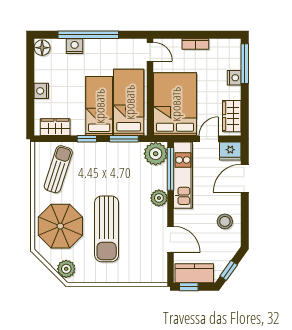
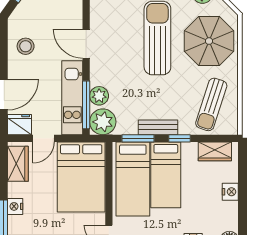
bench: (106, 149) -> (158, 127), added
plant: (159, 198) -> (99, 96), moved
door: (170, 239) -> (86, 44), moved

